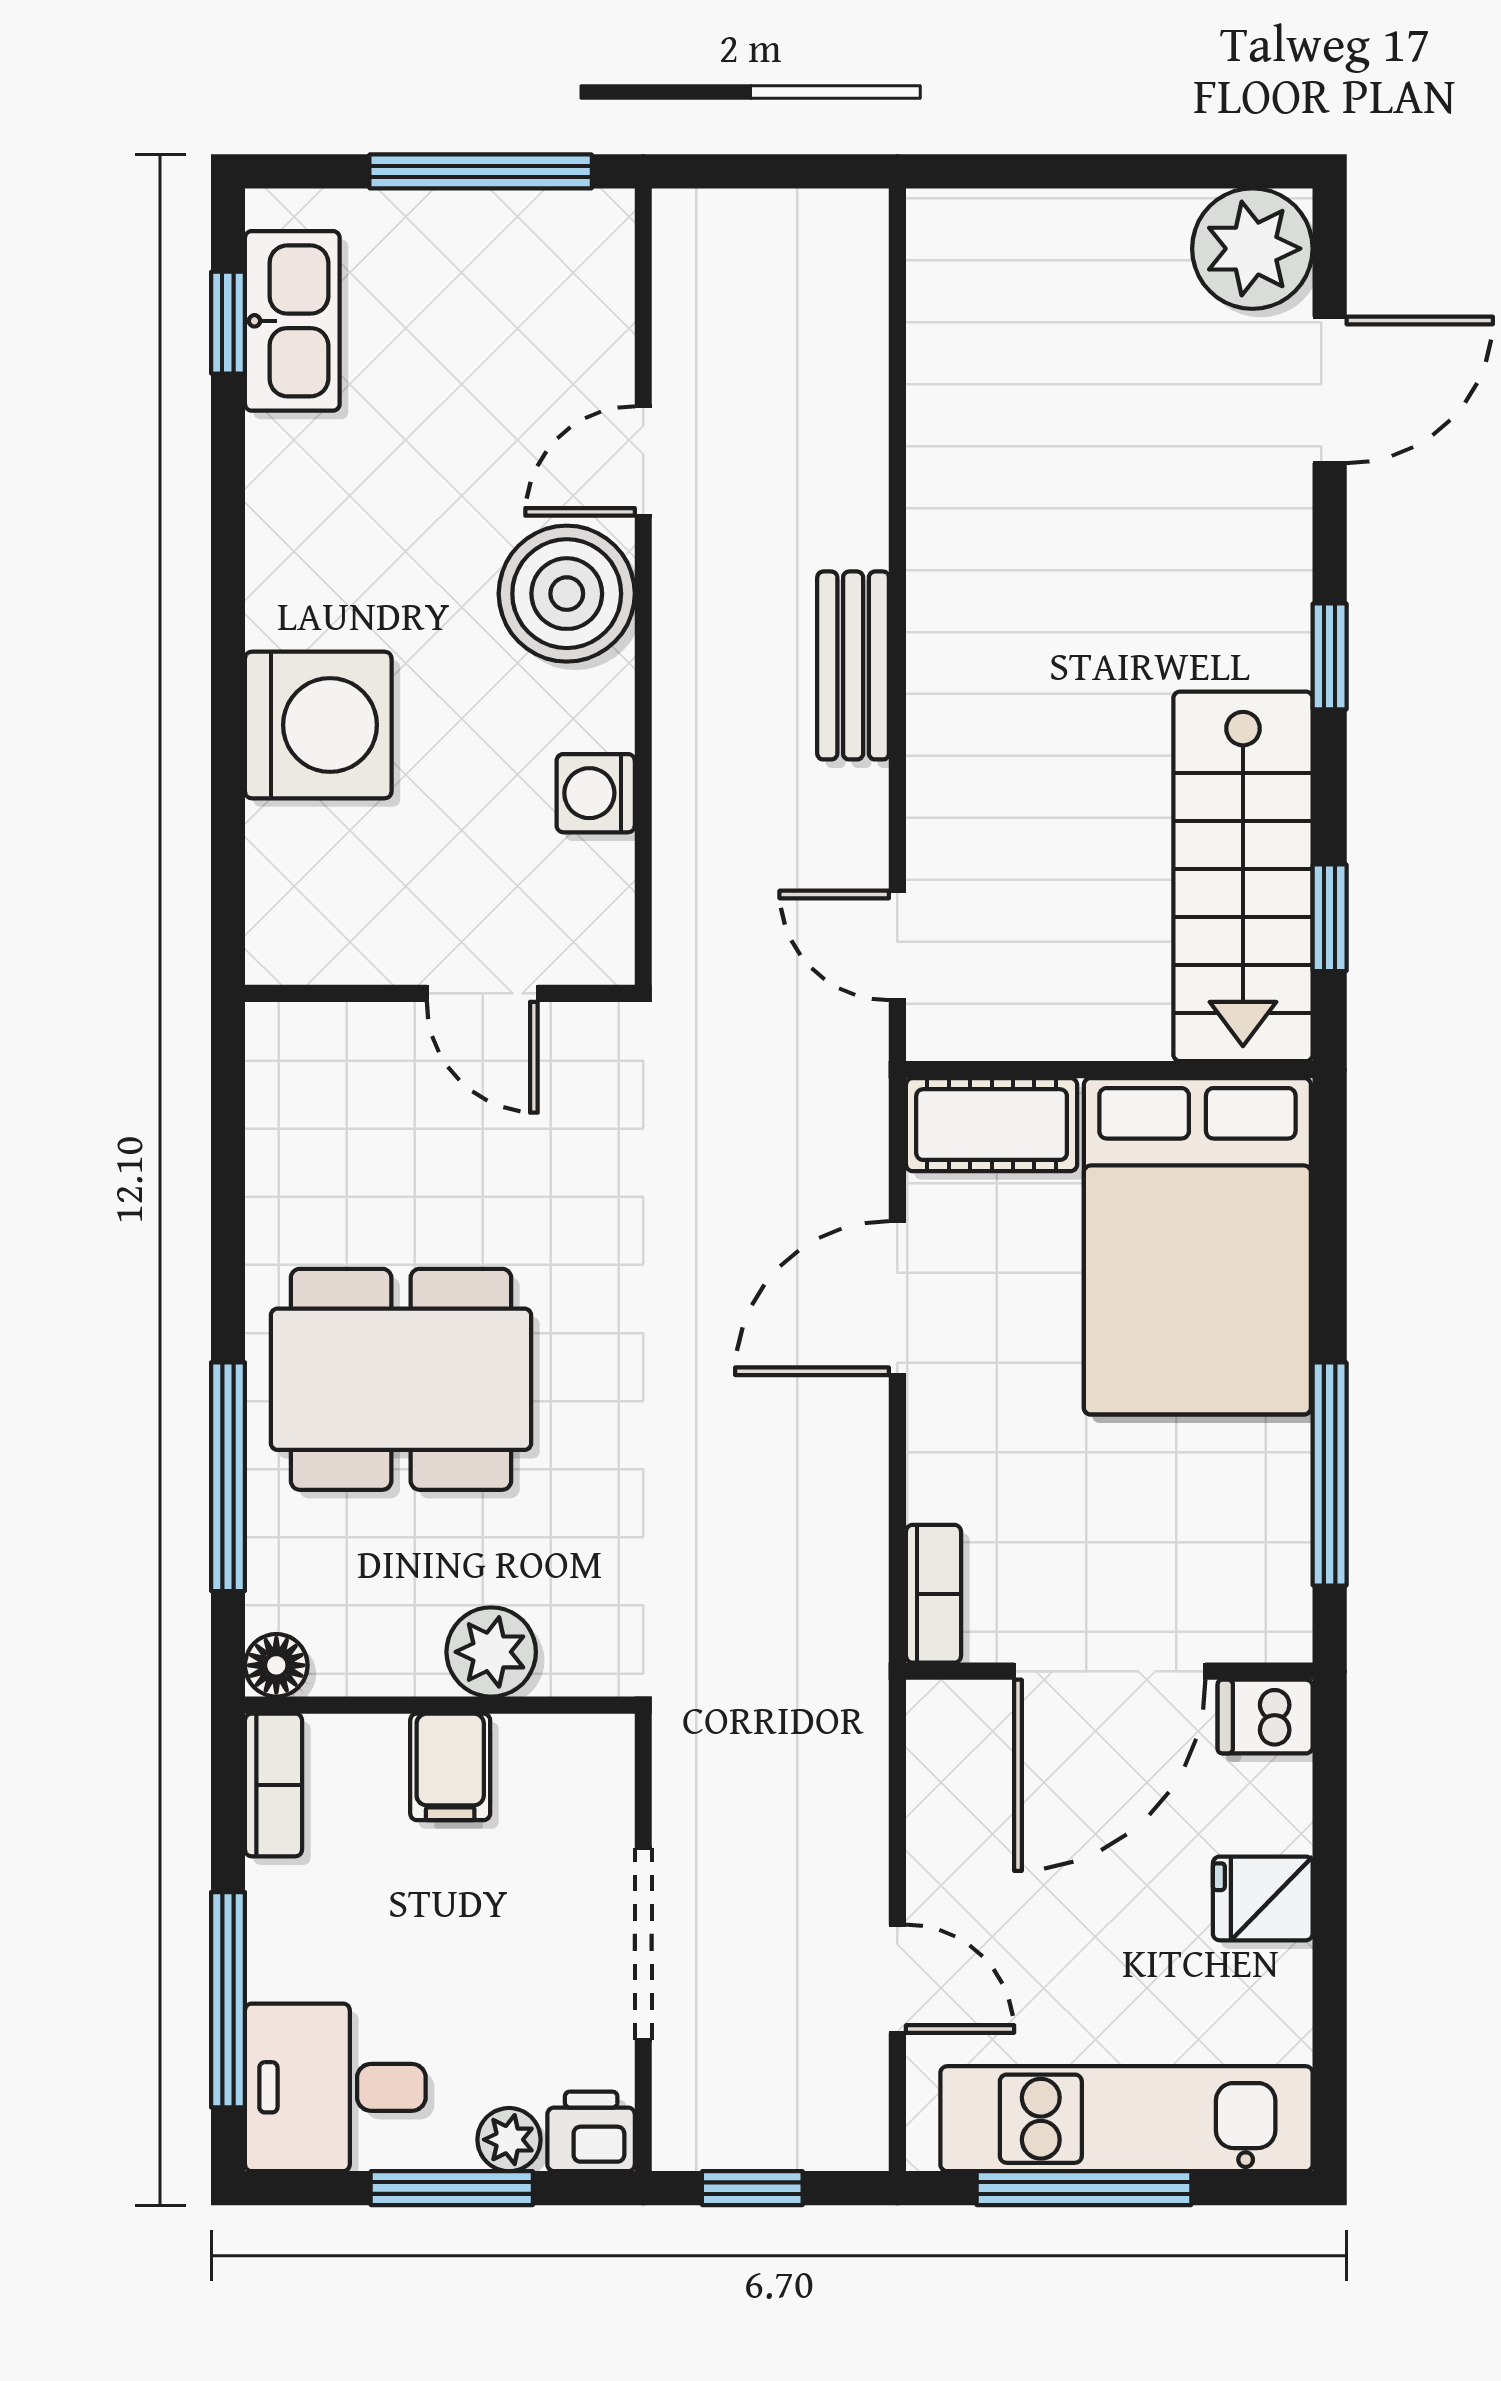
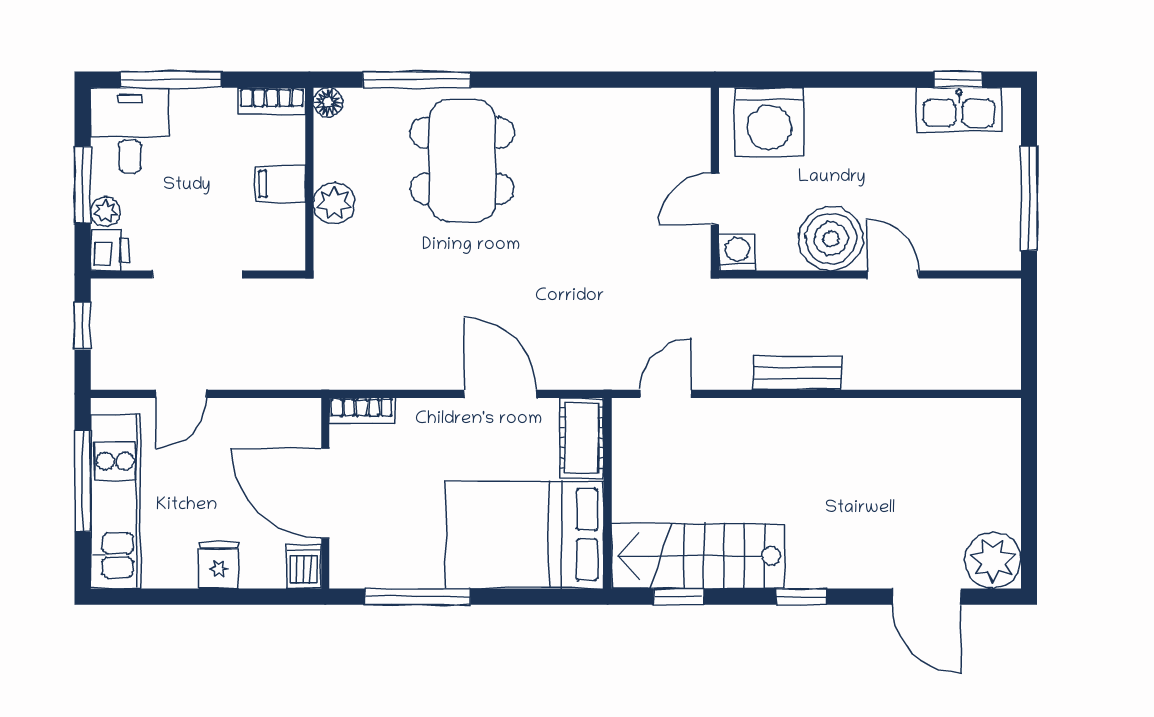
wall: (440, 993) -> (715, 179), moved
door: (482, 993) -> (715, 199), moved

